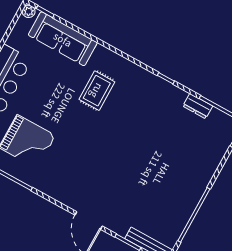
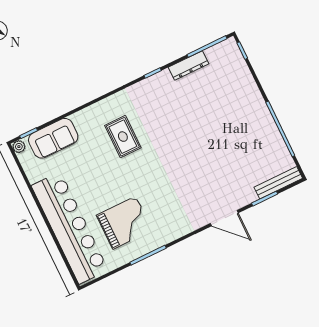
sofa: (63, 39) -> (53, 138), width x0.73
dresser: (198, 106) -> (188, 66), width x1.44

